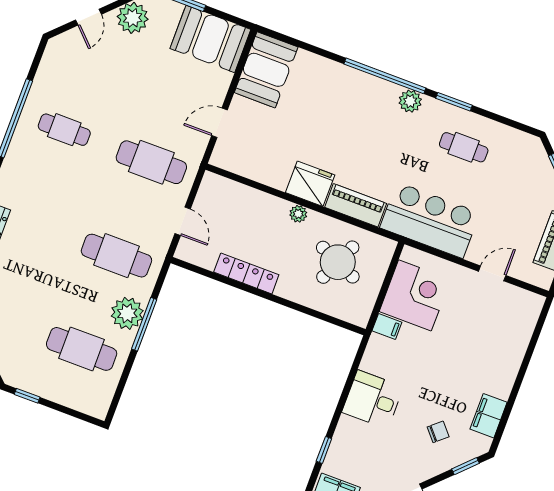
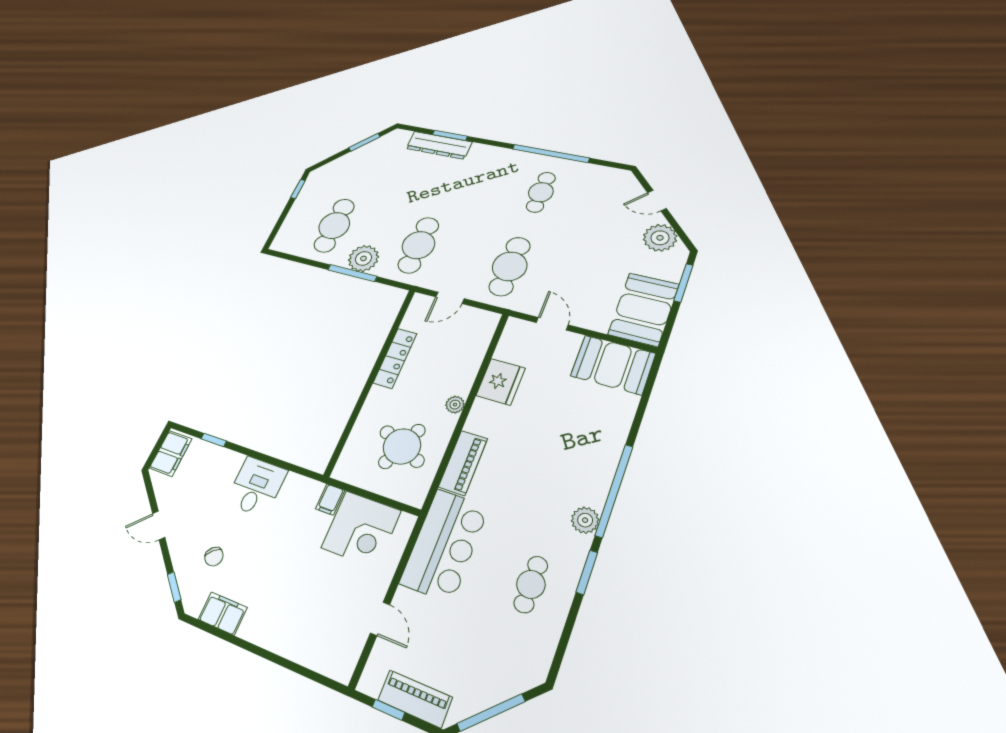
fridge: (310, 184) -> (501, 382), moved

